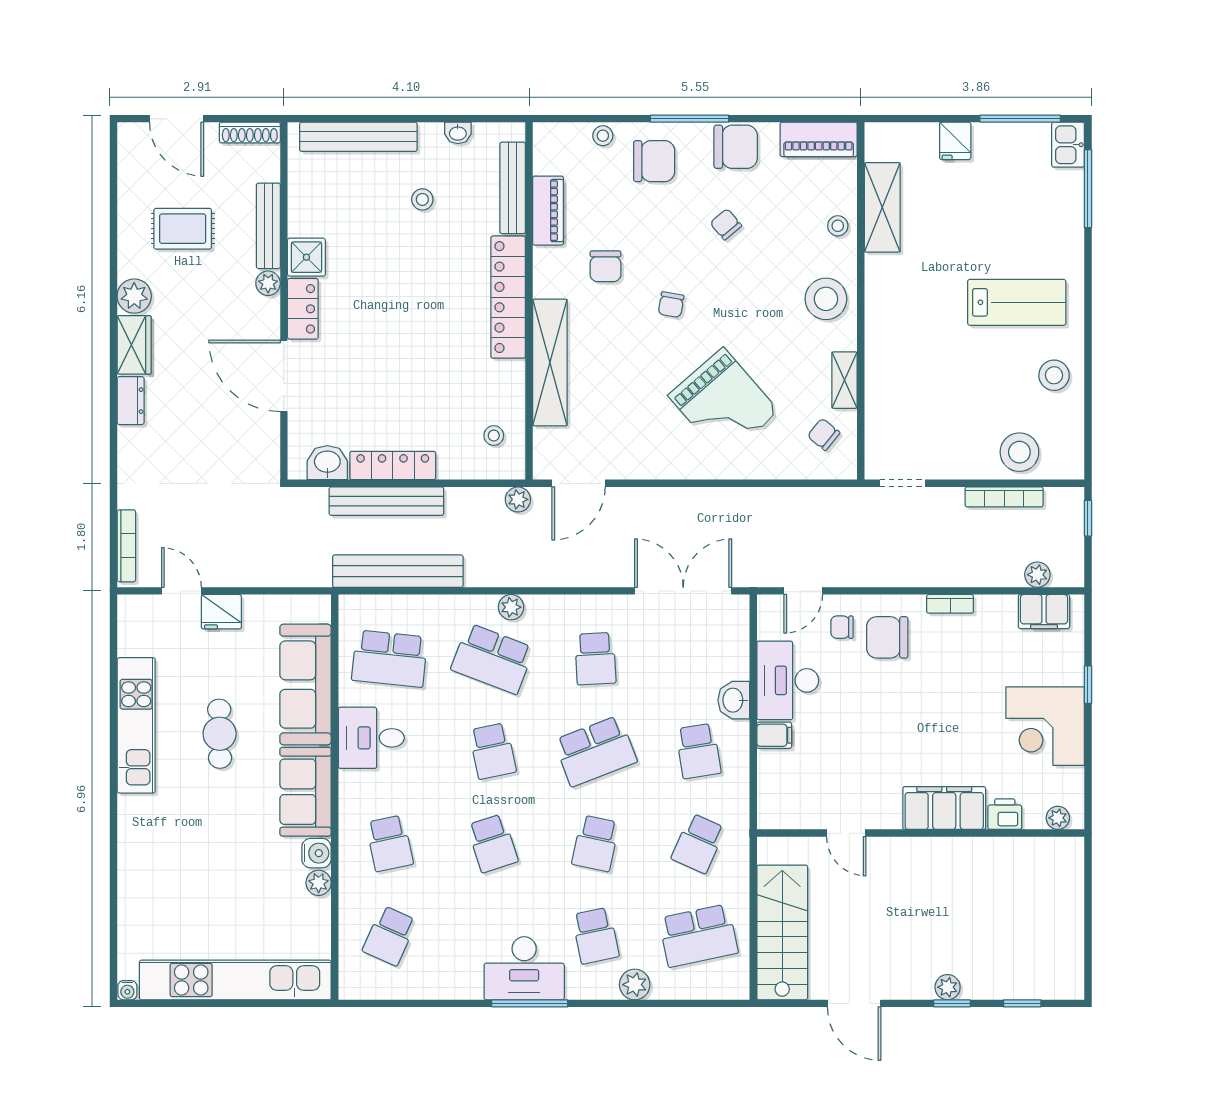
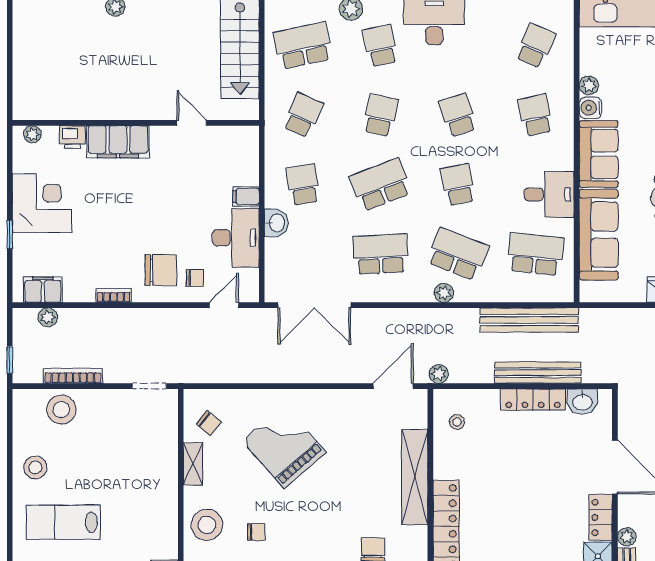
chair: (671, 305) -> (256, 532), moved, turned 80
school desk: (595, 659) -> (380, 254), width x1.85

